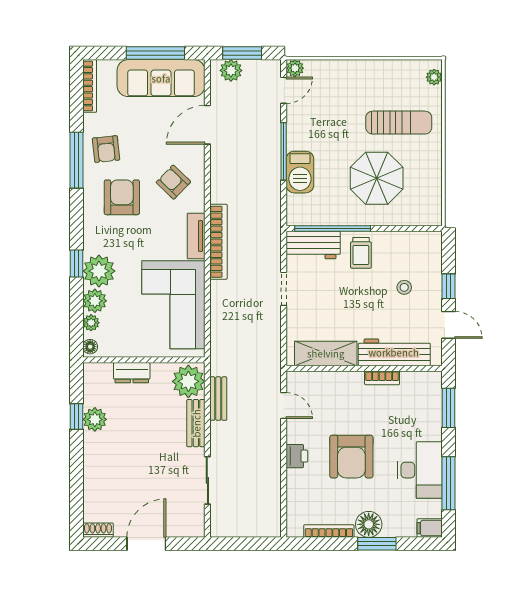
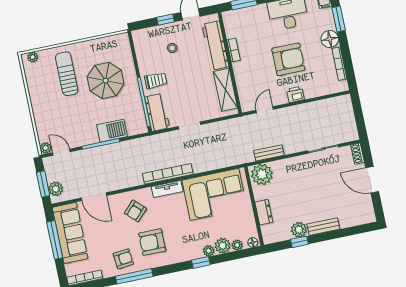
plant: (99, 271) -> (209, 251), width x0.53, depth x0.53
bench: (196, 423) -> (323, 227), moved
shoe rack: (98, 530) -> (358, 154), moved
window: (377, 544) -> (339, 19), moved

